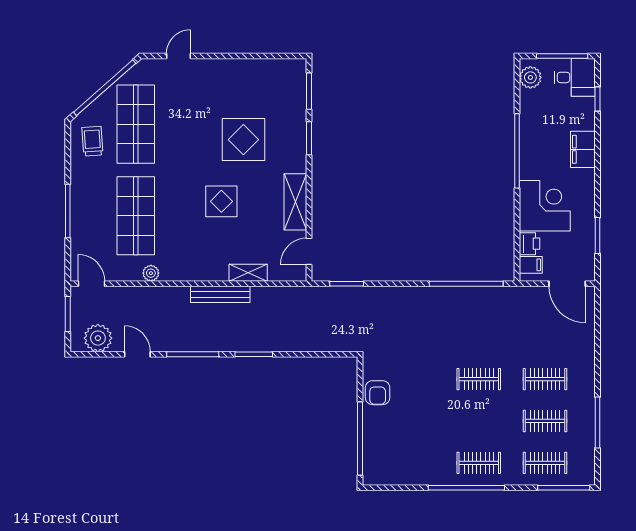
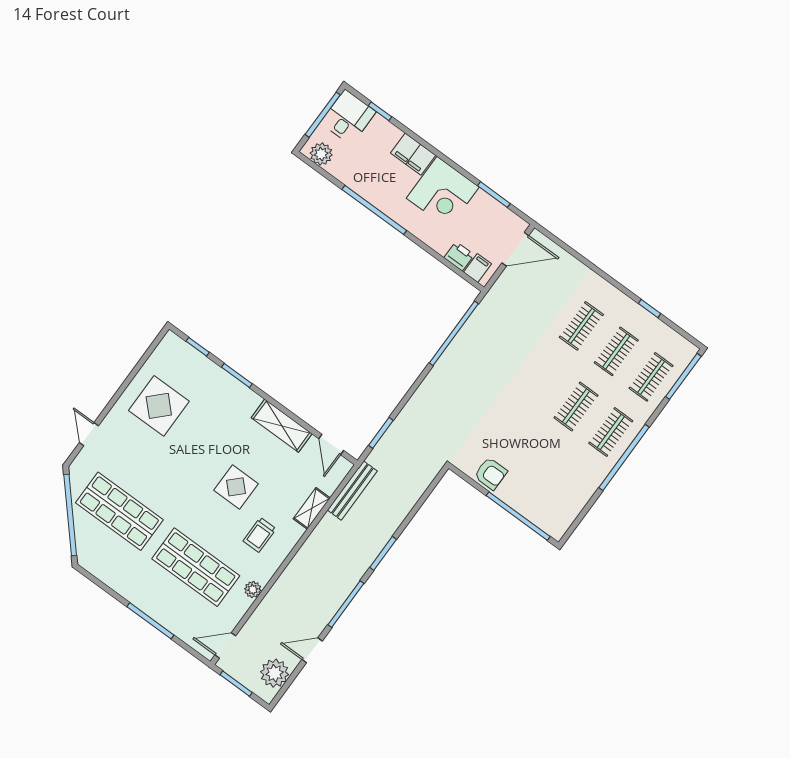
window: (309, 91) -> (198, 347), width x0.67
display table: (243, 140) -> (159, 406), moved
trolley: (92, 141) -> (260, 535), moved, turned -86
corner desk: (545, 206) -> (443, 193), moved, turned 180
bench: (220, 294) -> (352, 491), moved
clothes rail: (479, 379) -> (576, 407), moved
window: (597, 422) -> (650, 309), width x0.46

